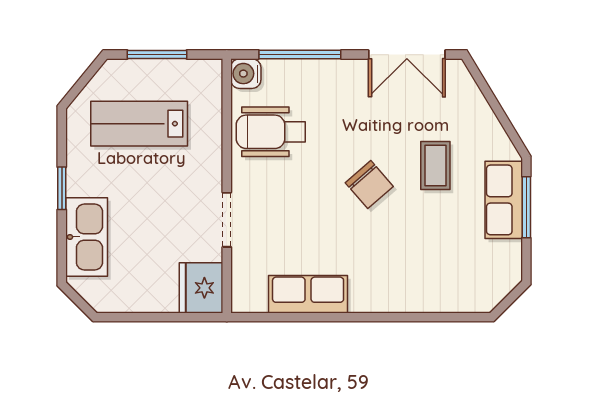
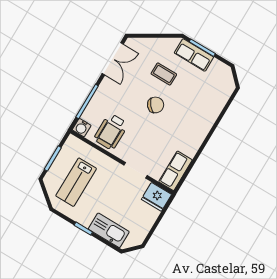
row of seats: (308, 294) -> (176, 171), moved

